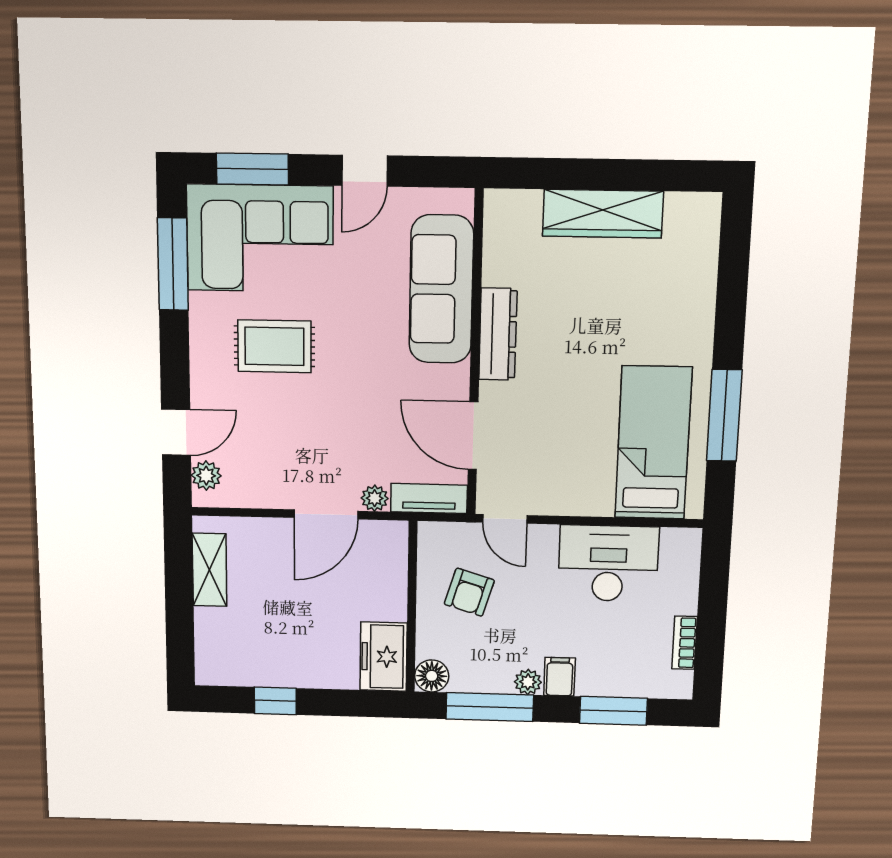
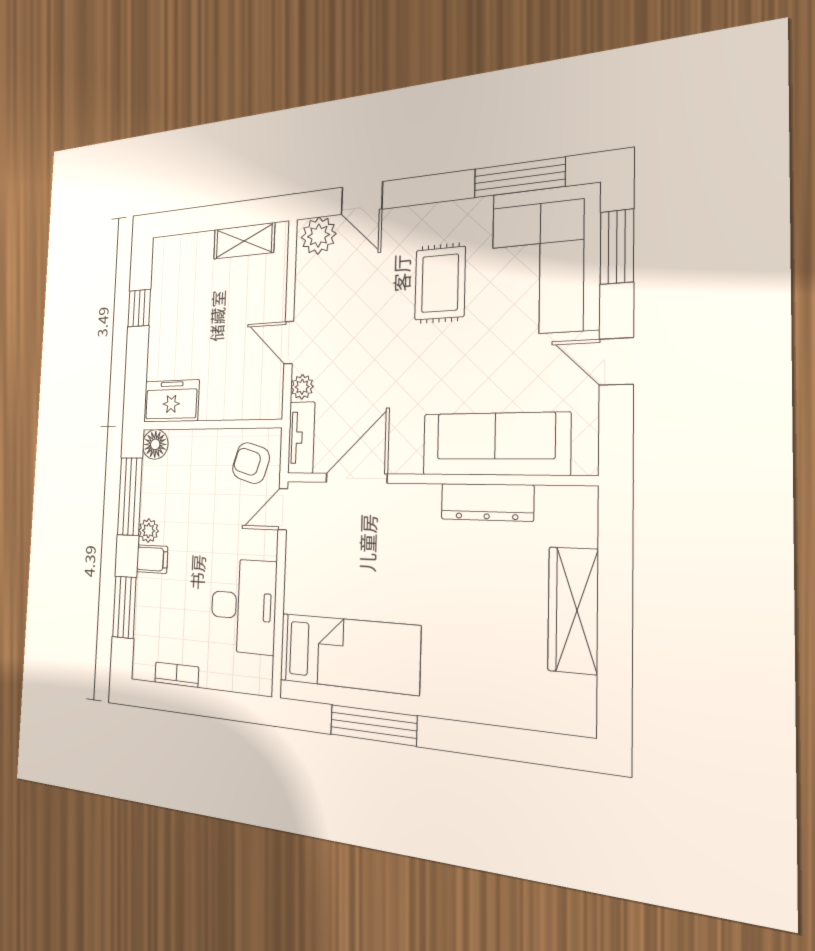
dresser: (498, 334) -> (487, 502), moved
plant: (206, 476) -> (319, 236), width x1.38, depth x1.38
door: (326, 514) -> (289, 343), width x0.73
armchair: (469, 592) -> (251, 463), moved

